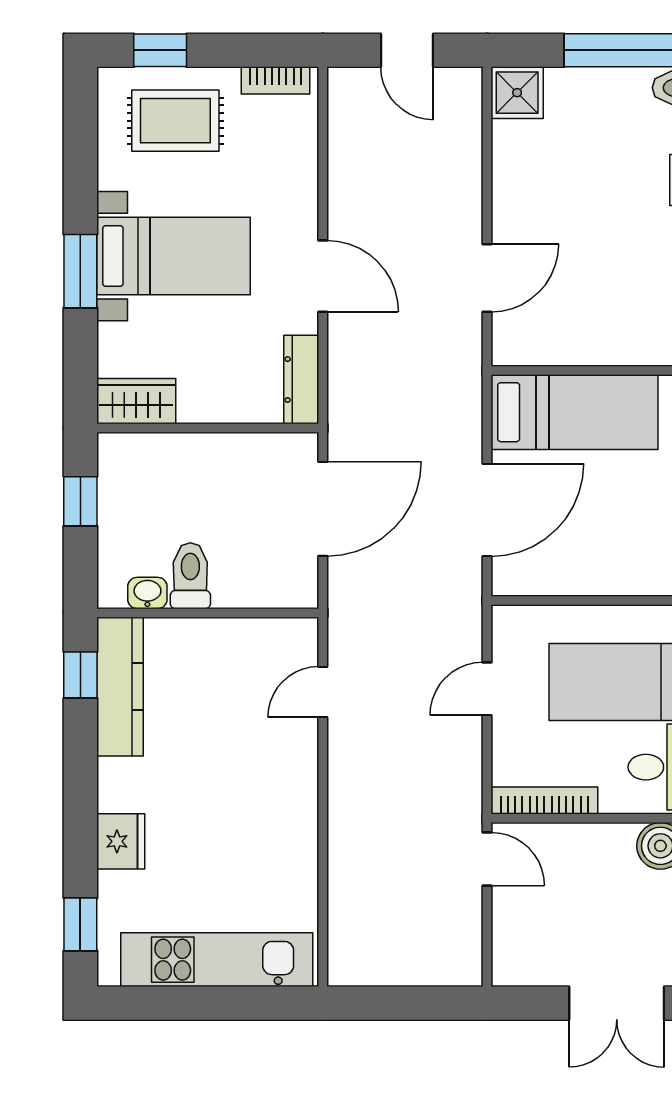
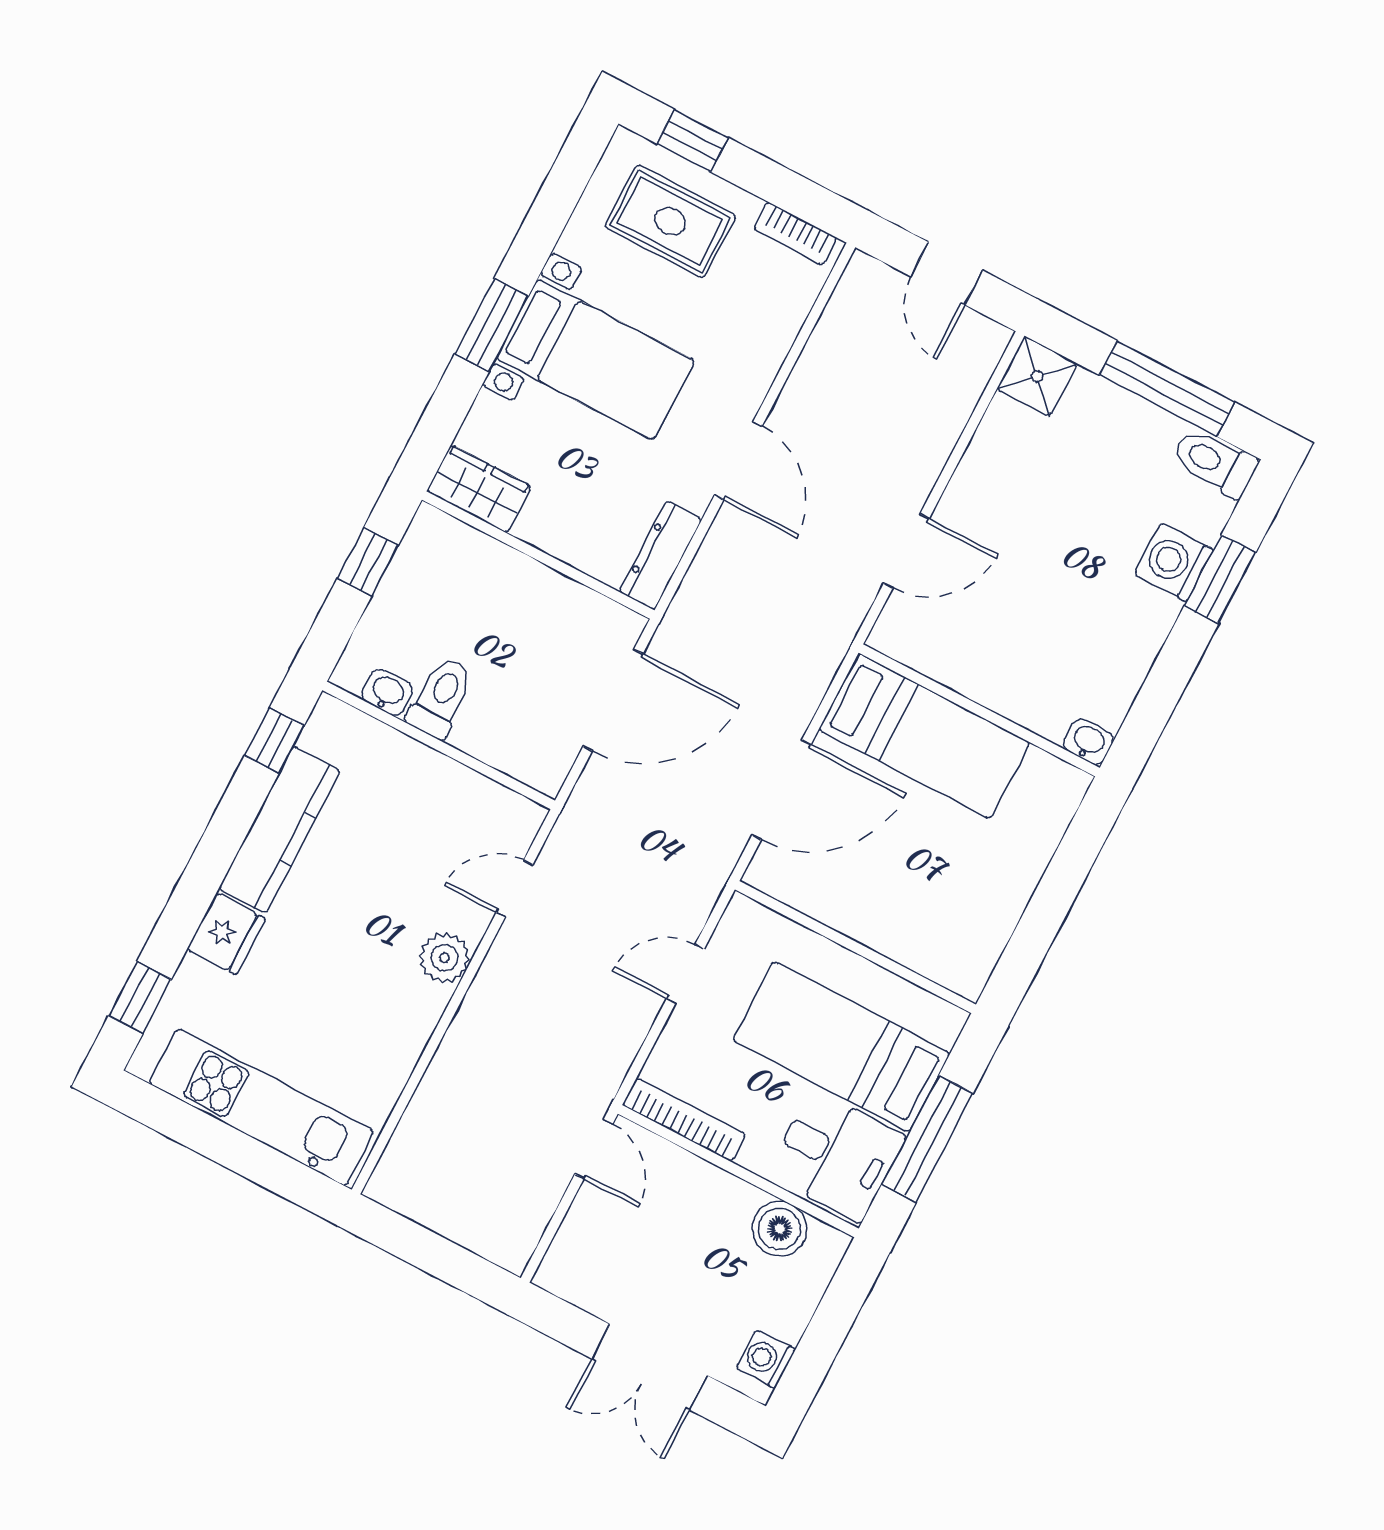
kitchen counter: (120, 687) -> (280, 830), moved
plant: (297, 773) -> (445, 958), added

